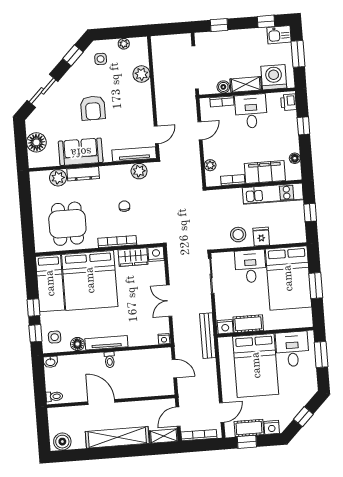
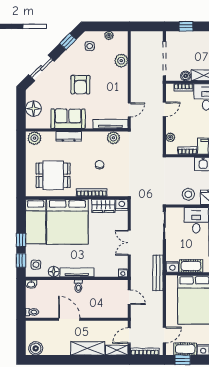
plant: (58, 178) -> (34, 138), moved
dining table: (67, 224) -> (53, 175), turned 90
shelving: (117, 437) -> (88, 348), width x0.68

